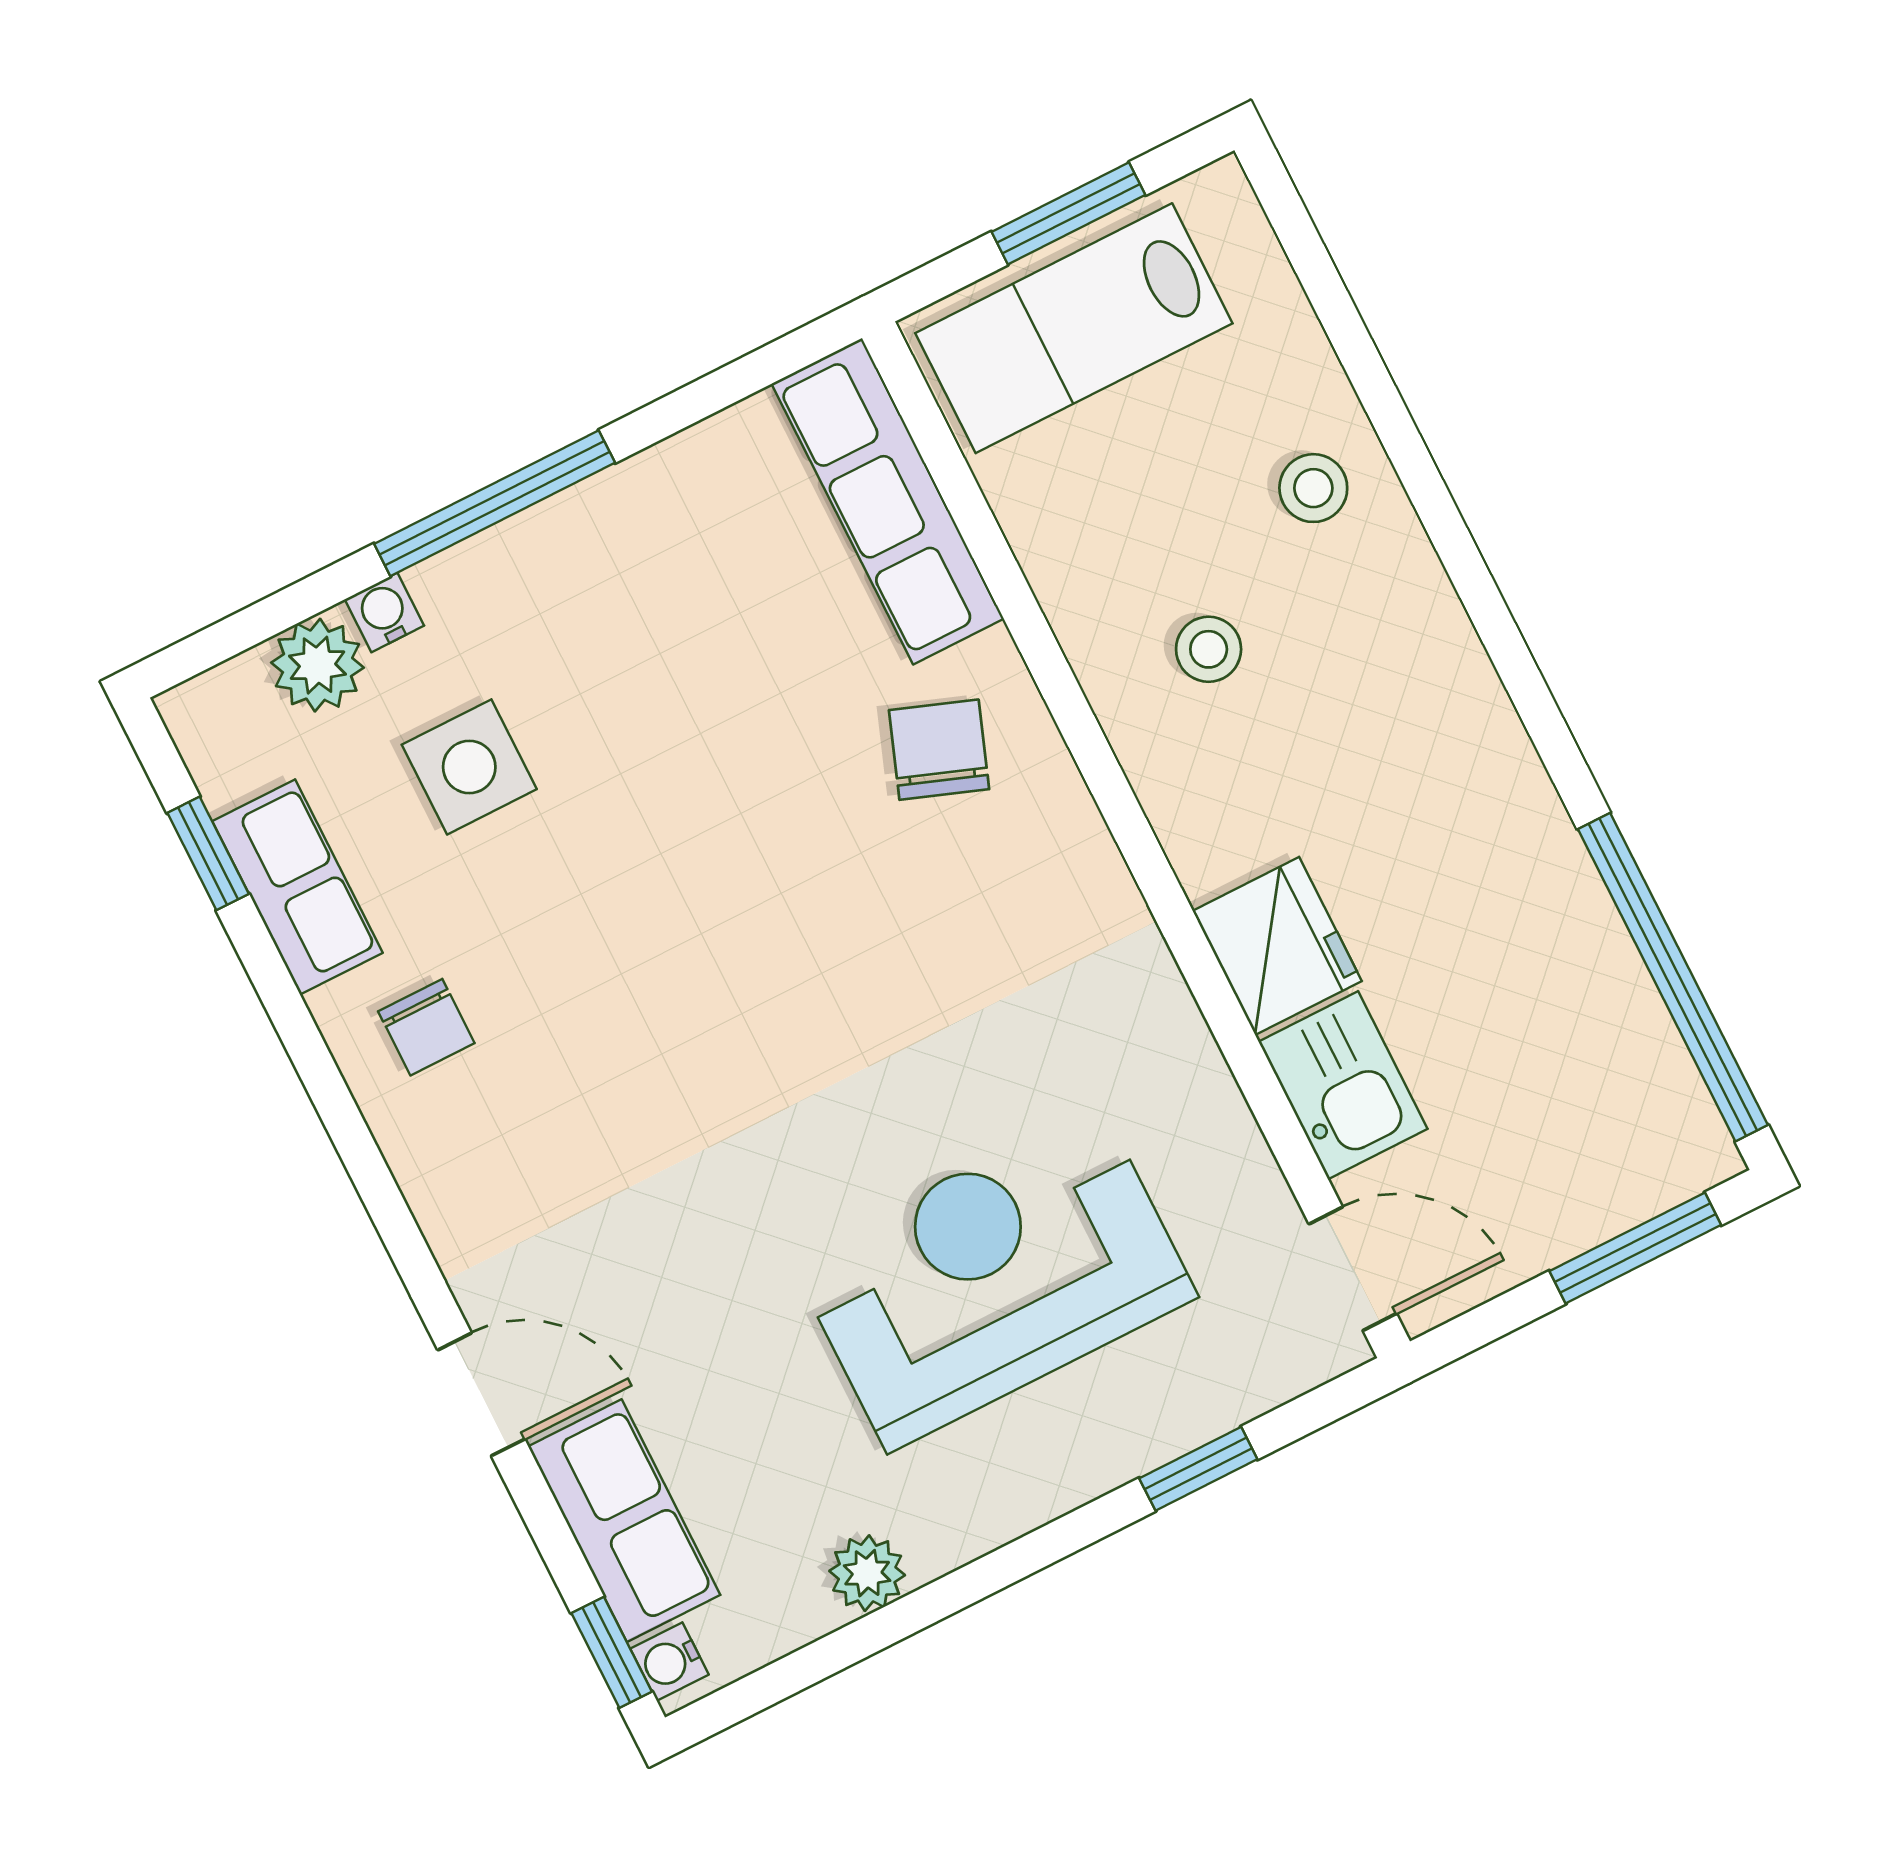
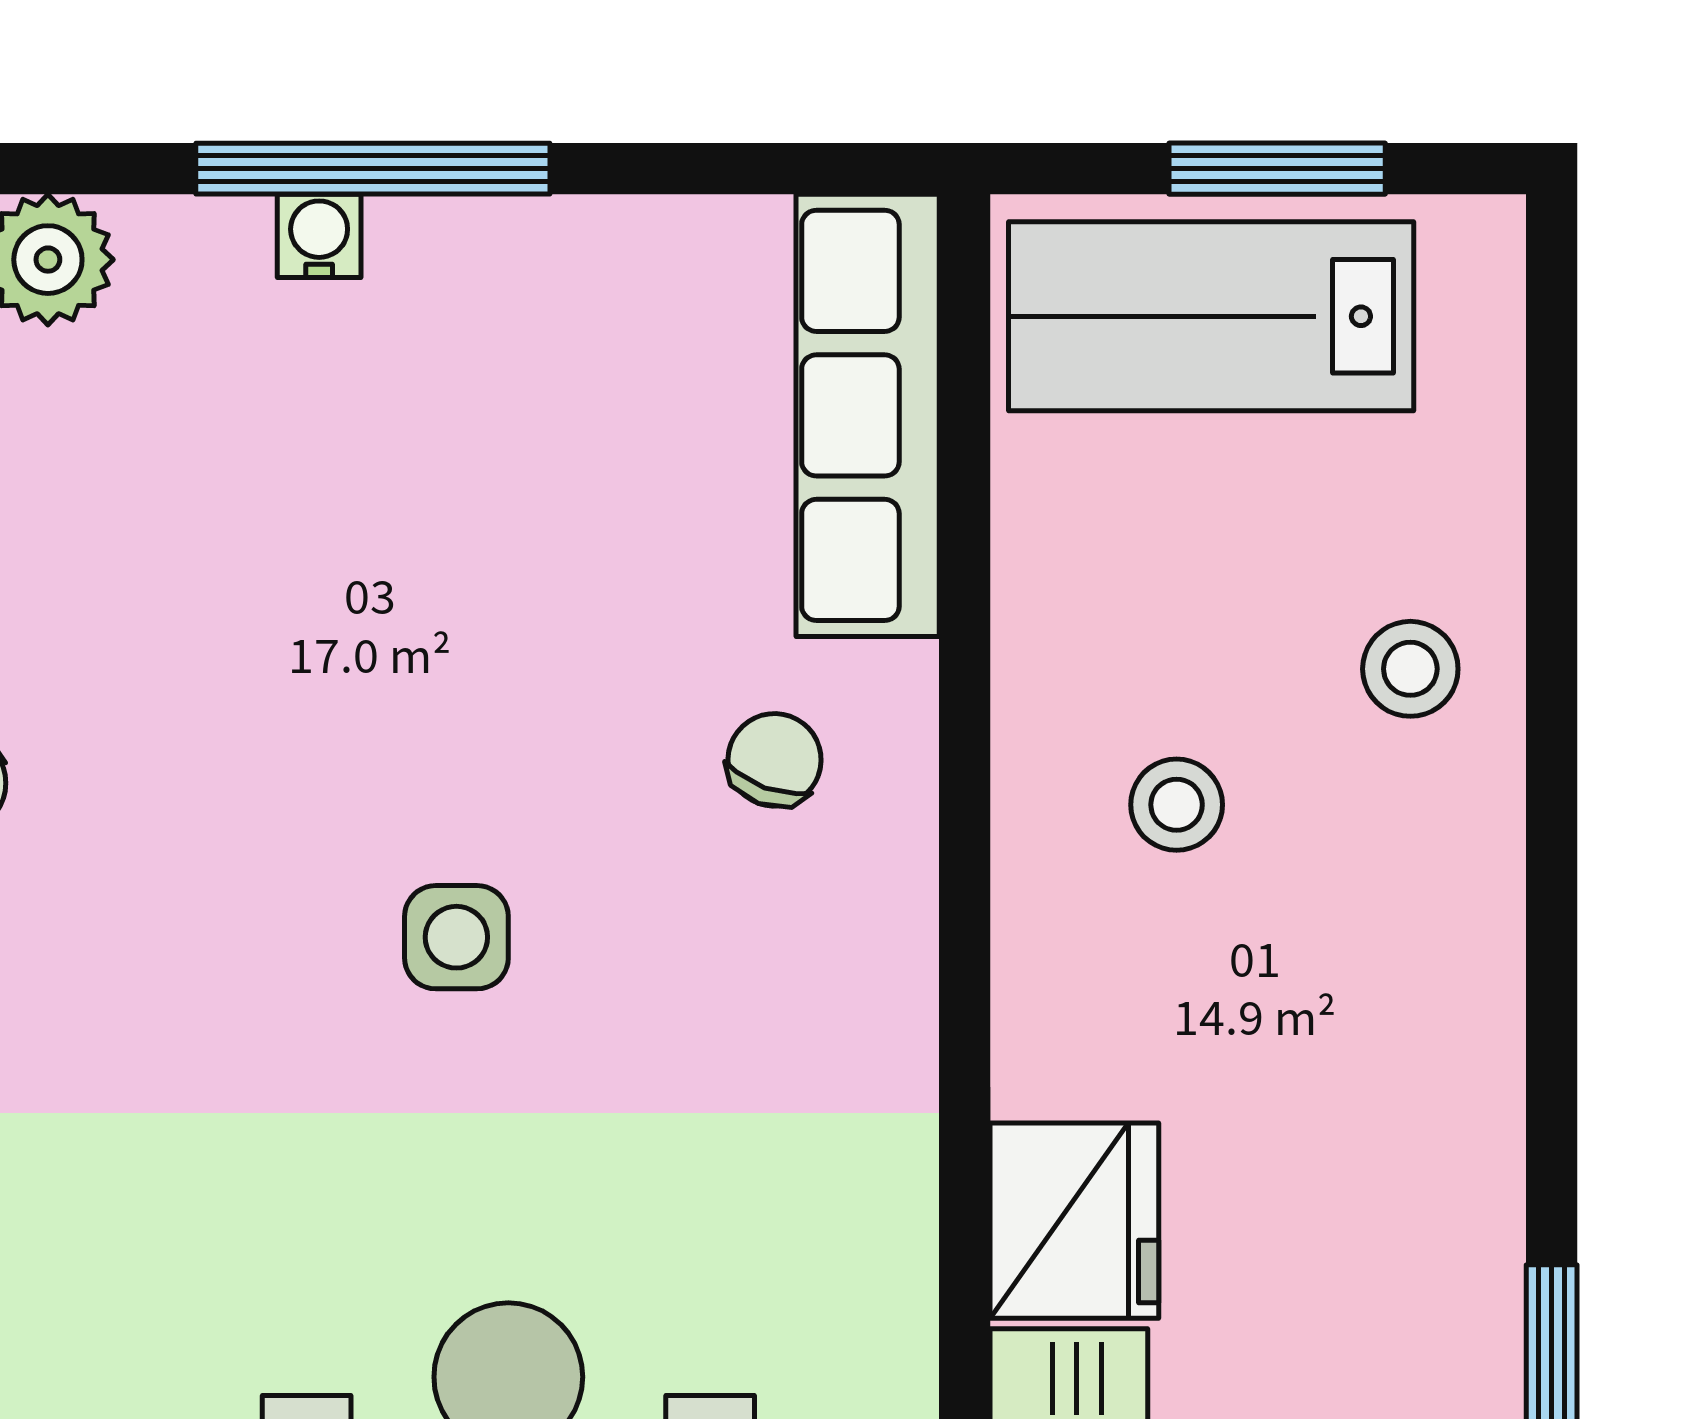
water cooler: (384, 612) -> (319, 236), moved
chair: (939, 750) -> (775, 760), width x0.73, depth x0.73
side table: (469, 767) -> (456, 937), moved, width x0.73, depth x0.73

